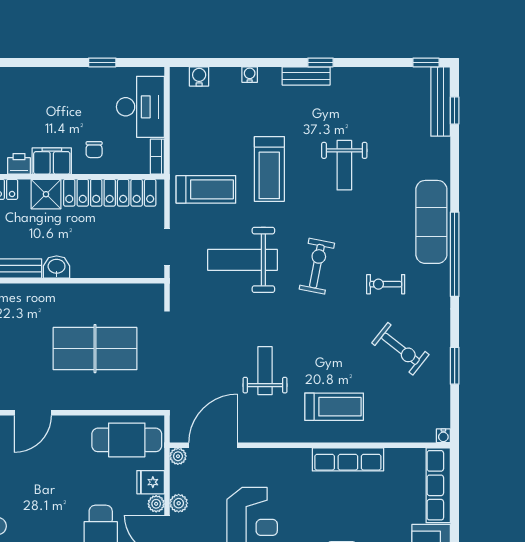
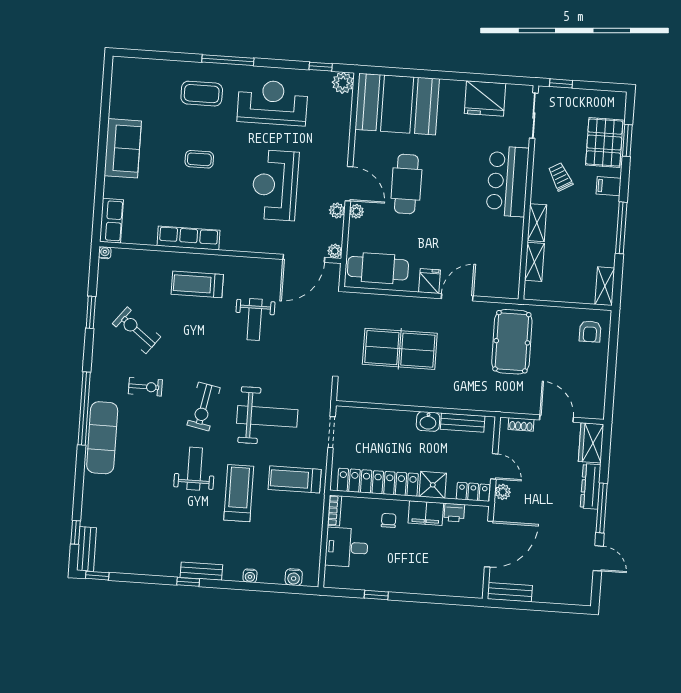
bench: (441, 101) -> (86, 549), width x0.73
desk: (140, 107) -> (347, 547), width x0.73
weight bench: (344, 165) -> (195, 469), moved
fridge: (151, 482) -> (430, 281), moved, turned -90
row of seats: (438, 485) -> (111, 221), width x0.68

